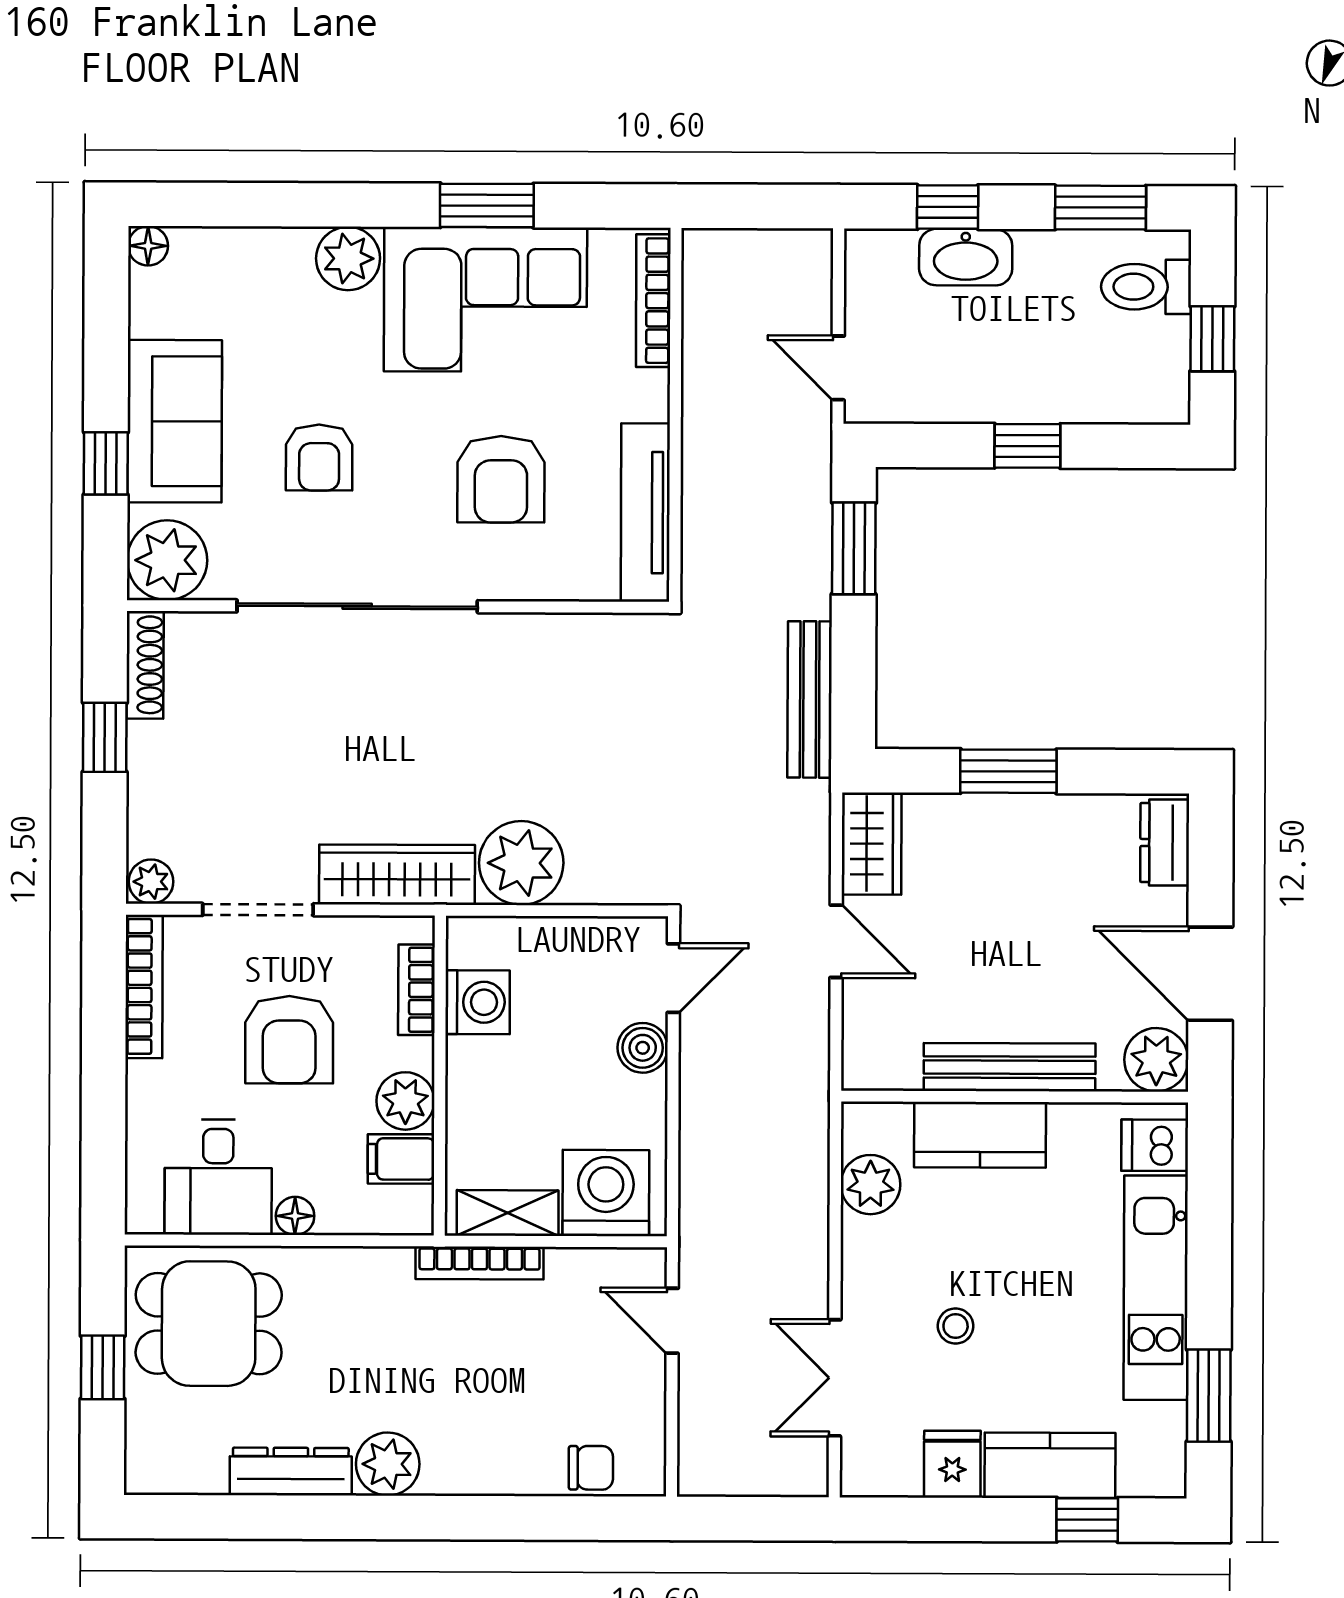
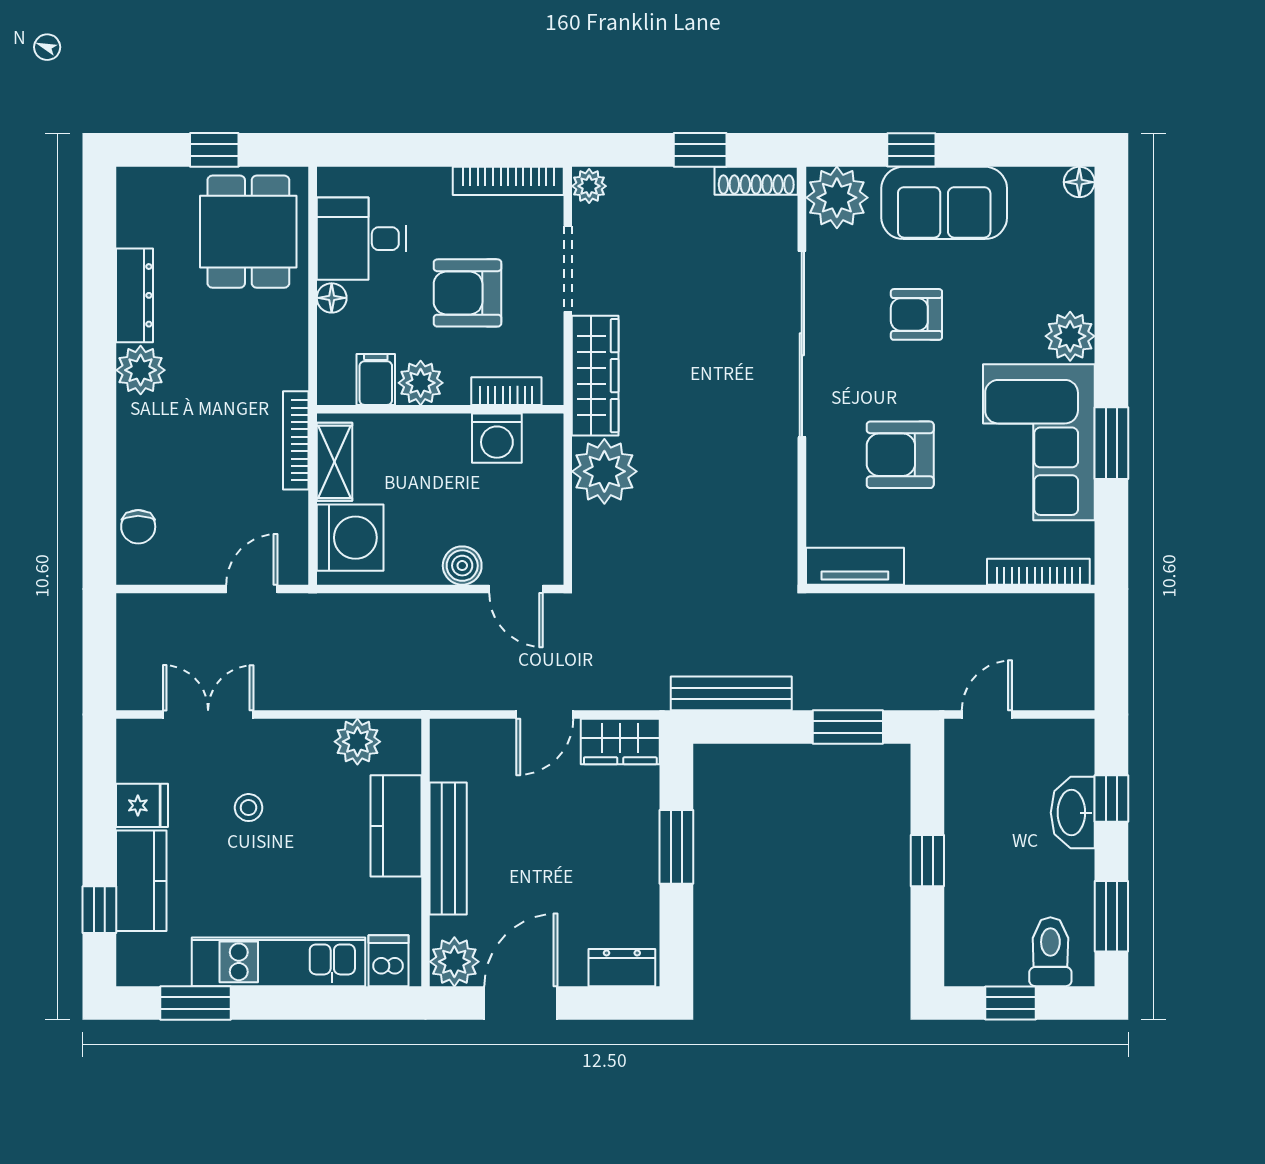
tv unit: (645, 513) -> (855, 566), width x0.71

